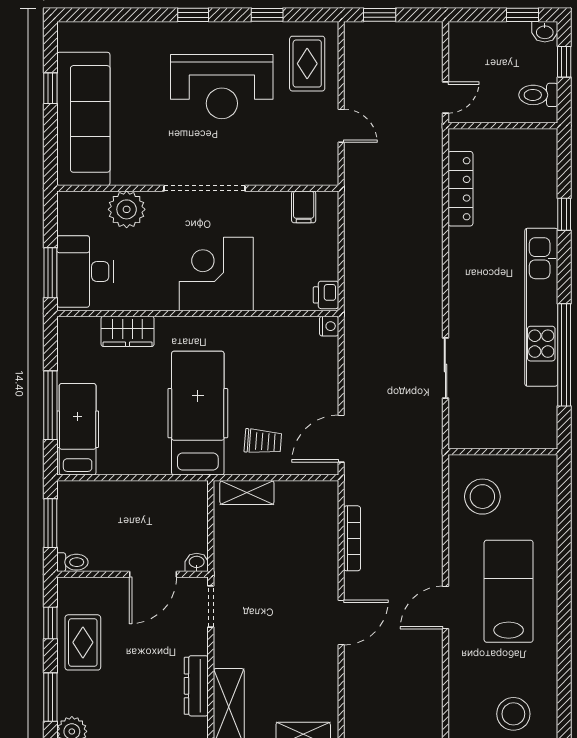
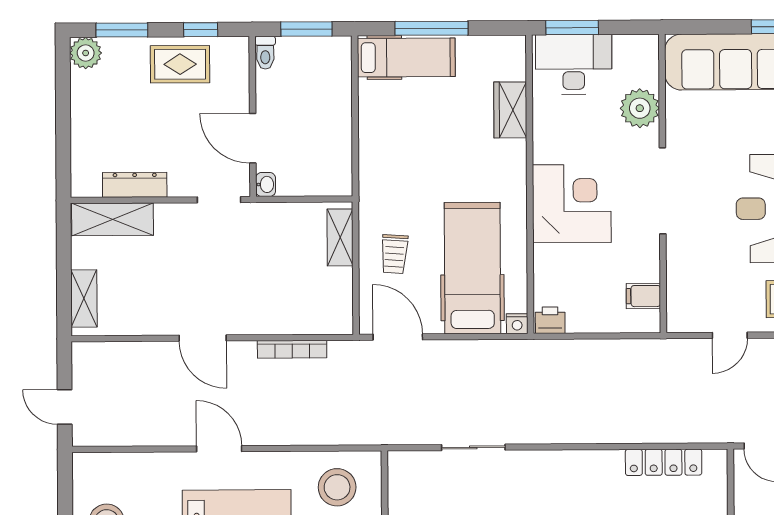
hospital bed: (198, 413) -> (472, 268), moved, turned -90

